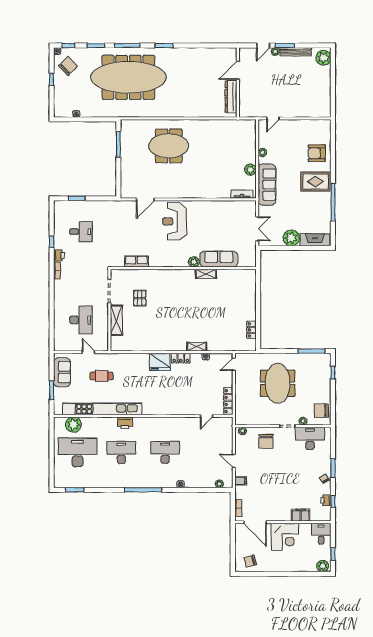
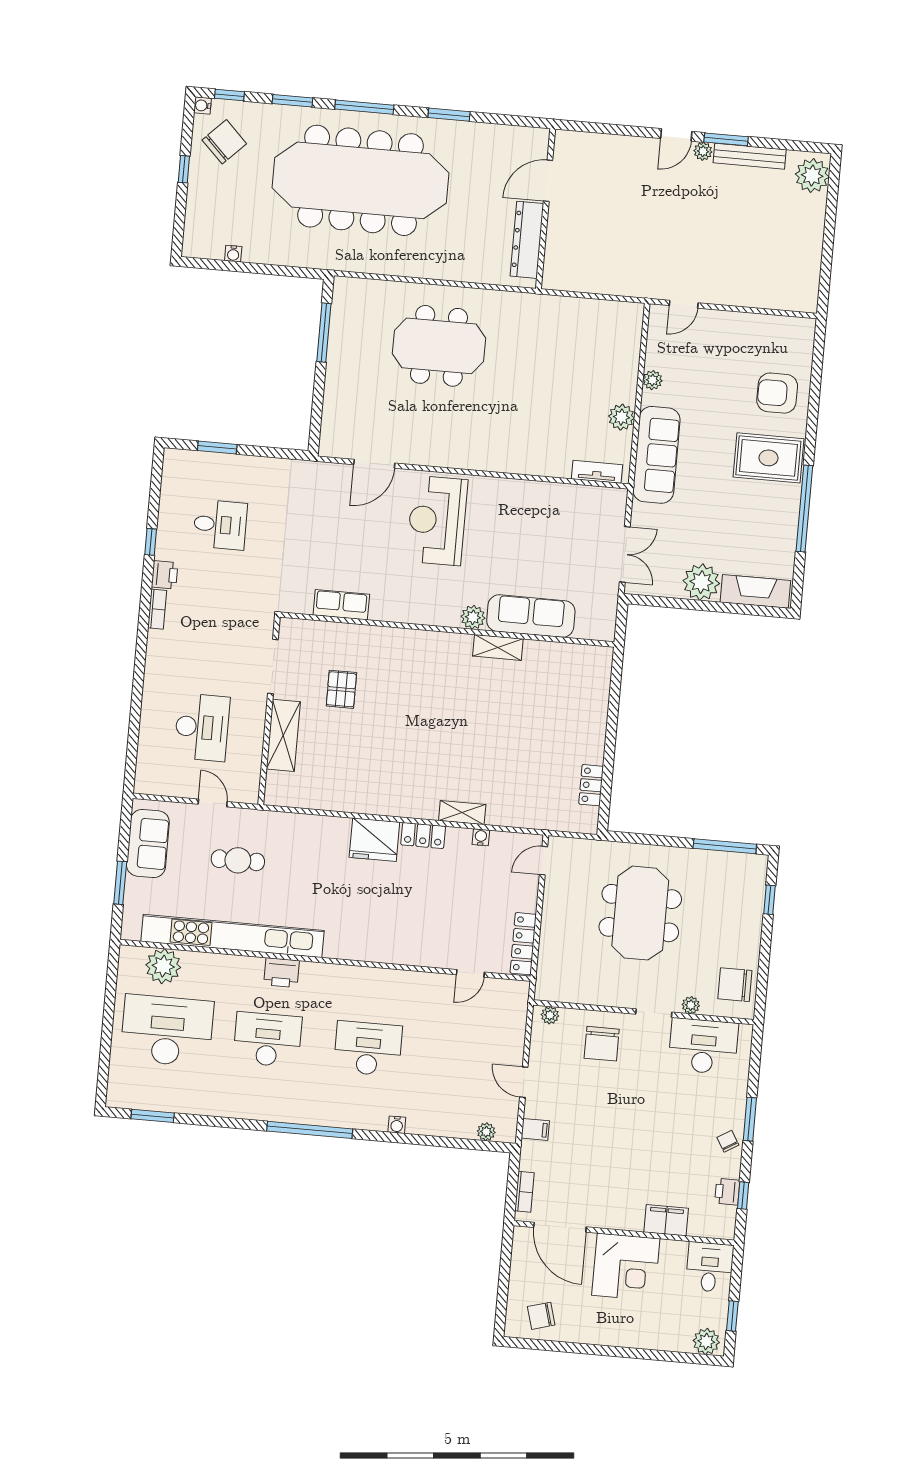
door: (238, 70) -> (548, 181), moved
wall: (238, 82) -> (546, 209), moved
dresser: (231, 97) -> (527, 240), moved

